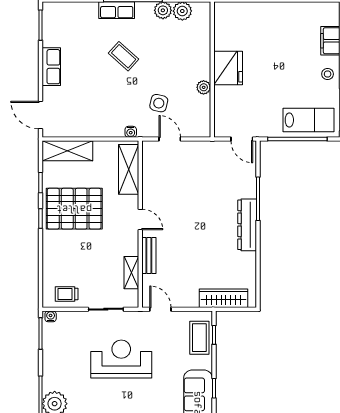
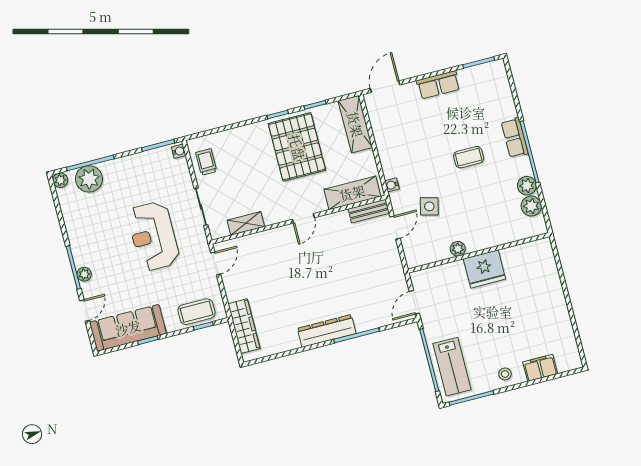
coffee table: (124, 56) -> (469, 157), turned 48
bench: (149, 256) -> (369, 211), moved
reception desk: (121, 359) -> (153, 236), turned 180

